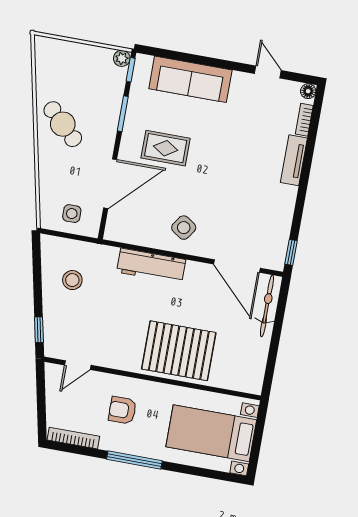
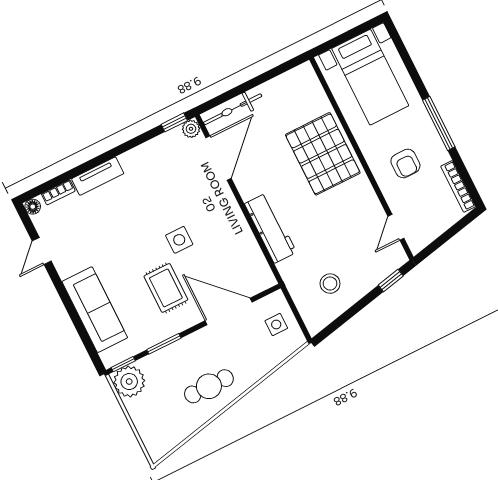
plant: (122, 58) -> (129, 382), width x1.87, depth x1.87
cafe table: (63, 124) -> (209, 386), turned 46
side table: (184, 228) -> (179, 240), moved, turned -34
plant: (276, 262) -> (191, 129), added
door: (78, 365) -> (396, 227), swing flipped

